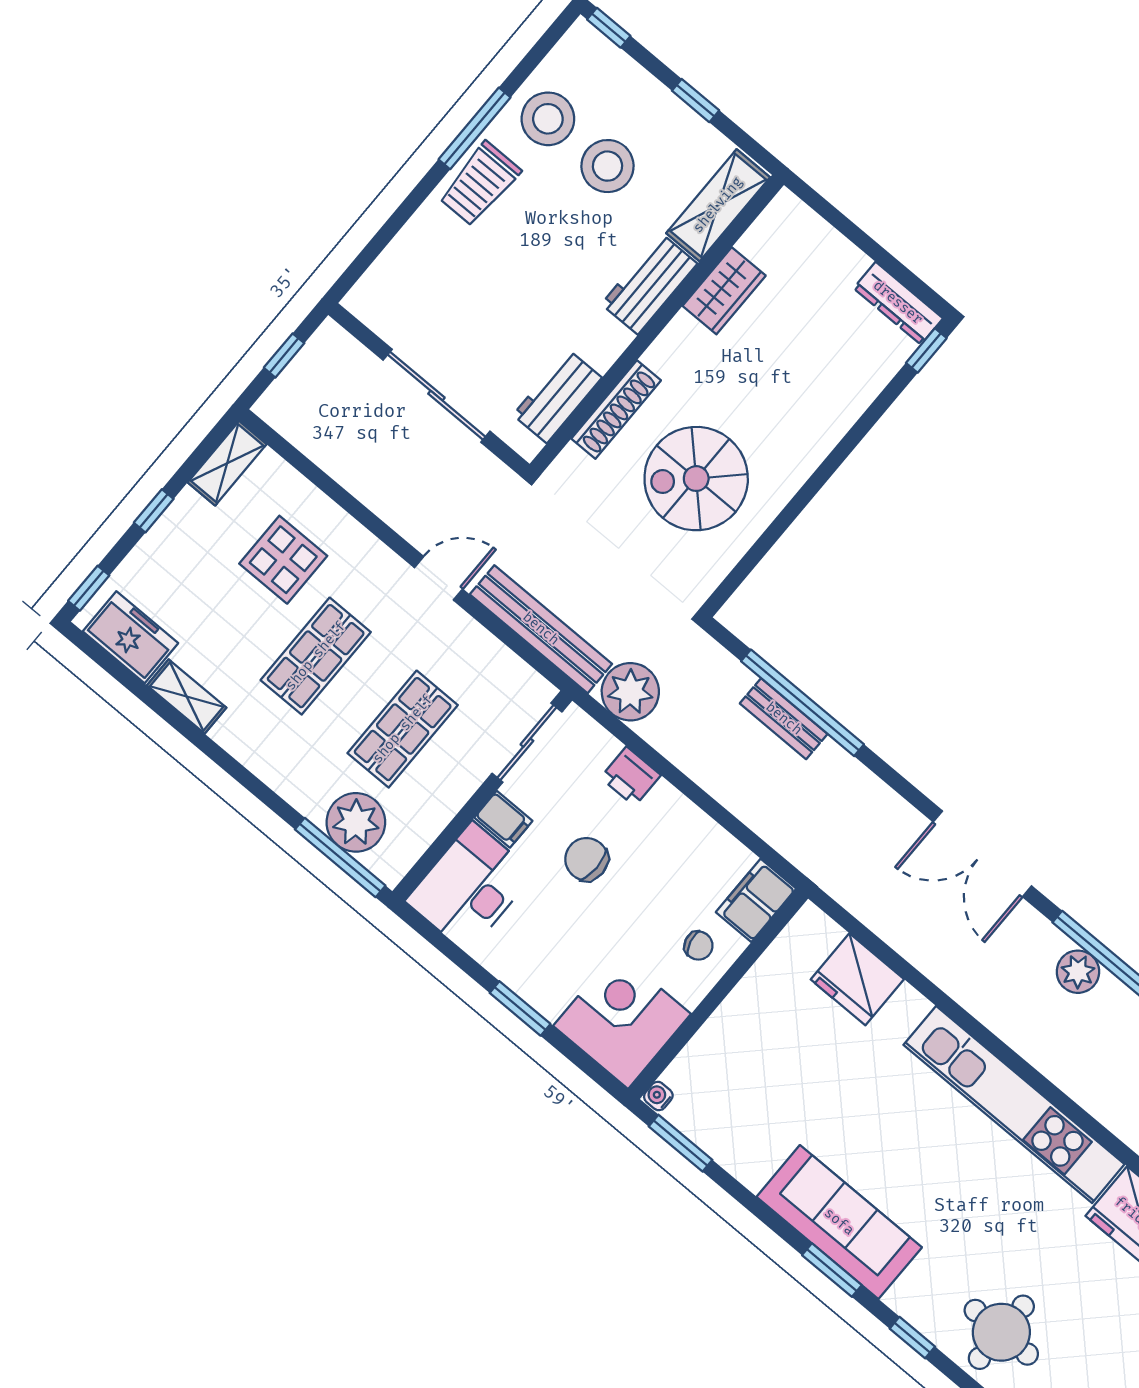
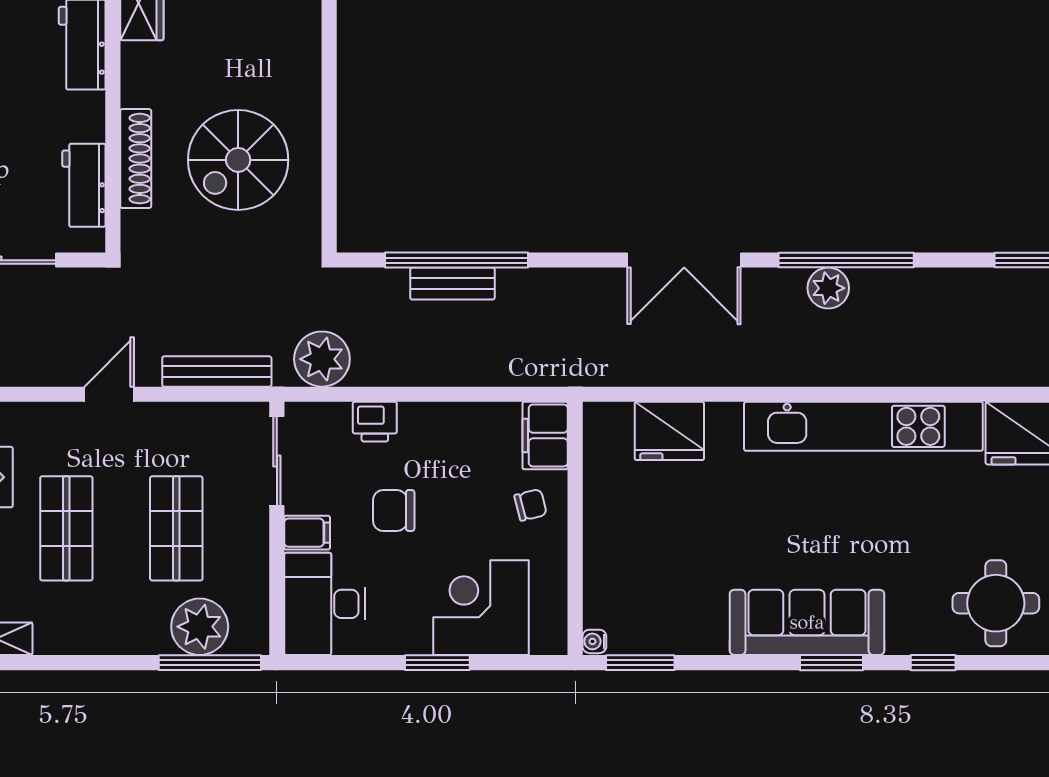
bench: (541, 629) -> (217, 372), width x0.73, depth x0.82
corner desk: (622, 1020) -> (481, 608), moved

